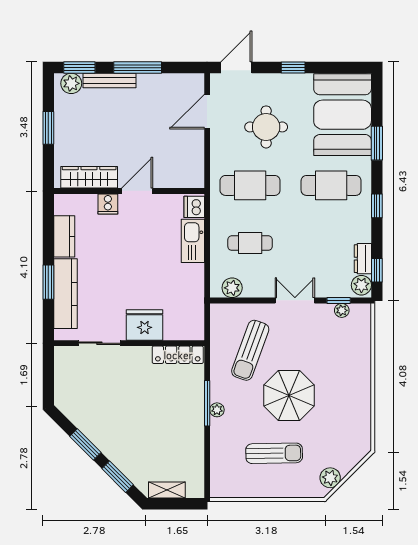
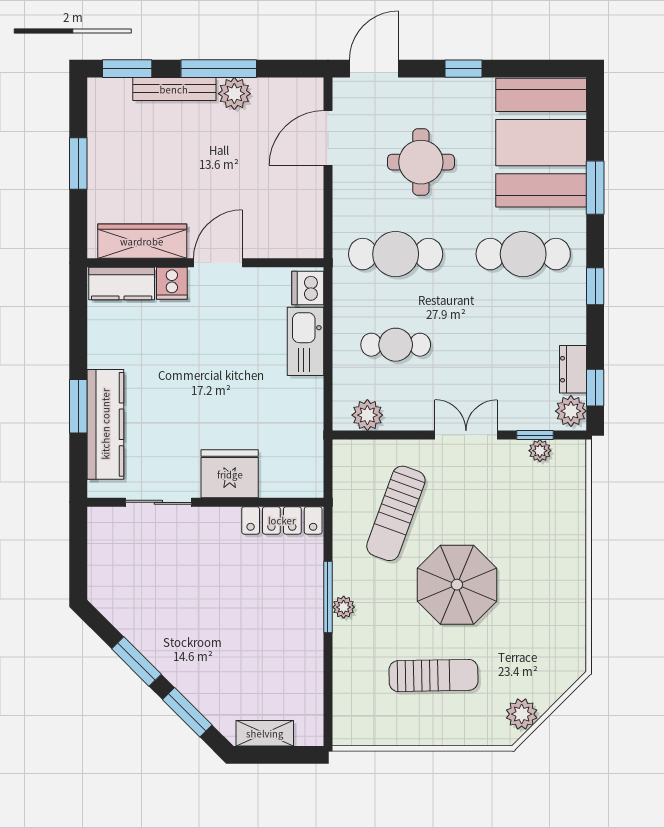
plant: (71, 83) -> (234, 94), moved
kitchen counter: (64, 236) -> (122, 283), moved, turned 90

